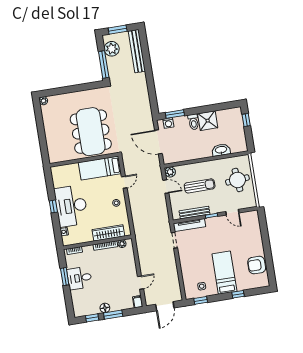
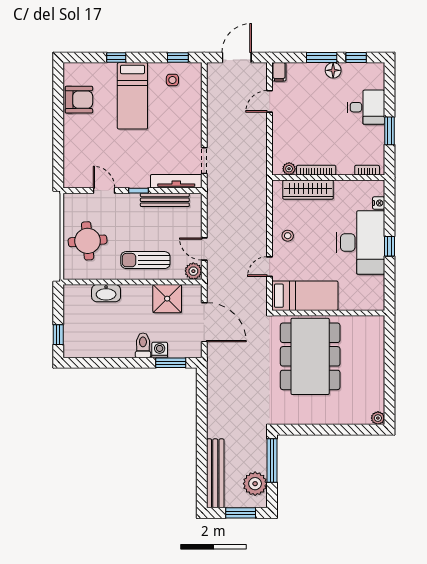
shower: (208, 121) -> (167, 299), moved
washing machine: (168, 123) -> (160, 350), moved
sun lounger: (200, 186) -> (145, 260), moved
desk: (80, 278) -> (366, 107), moved

